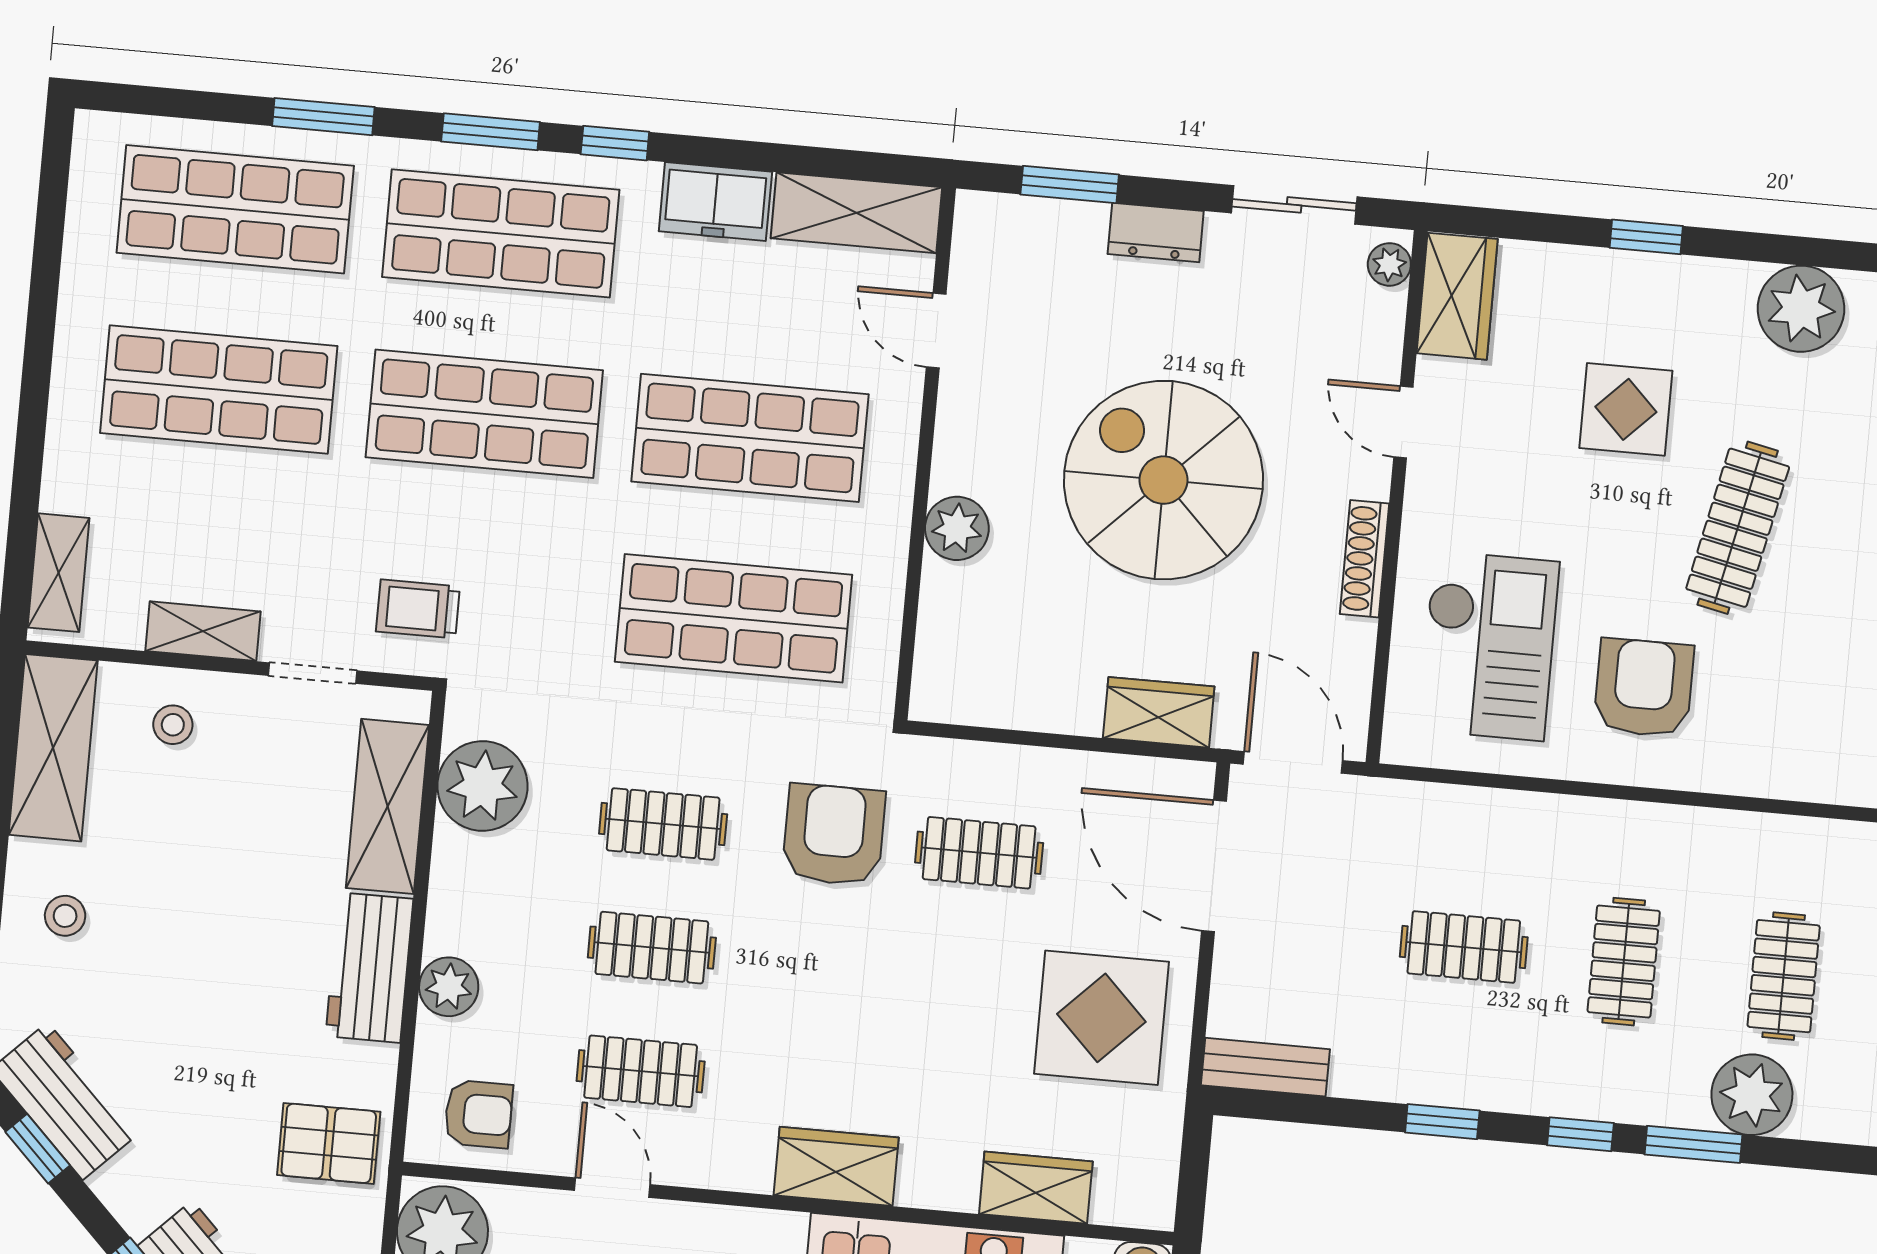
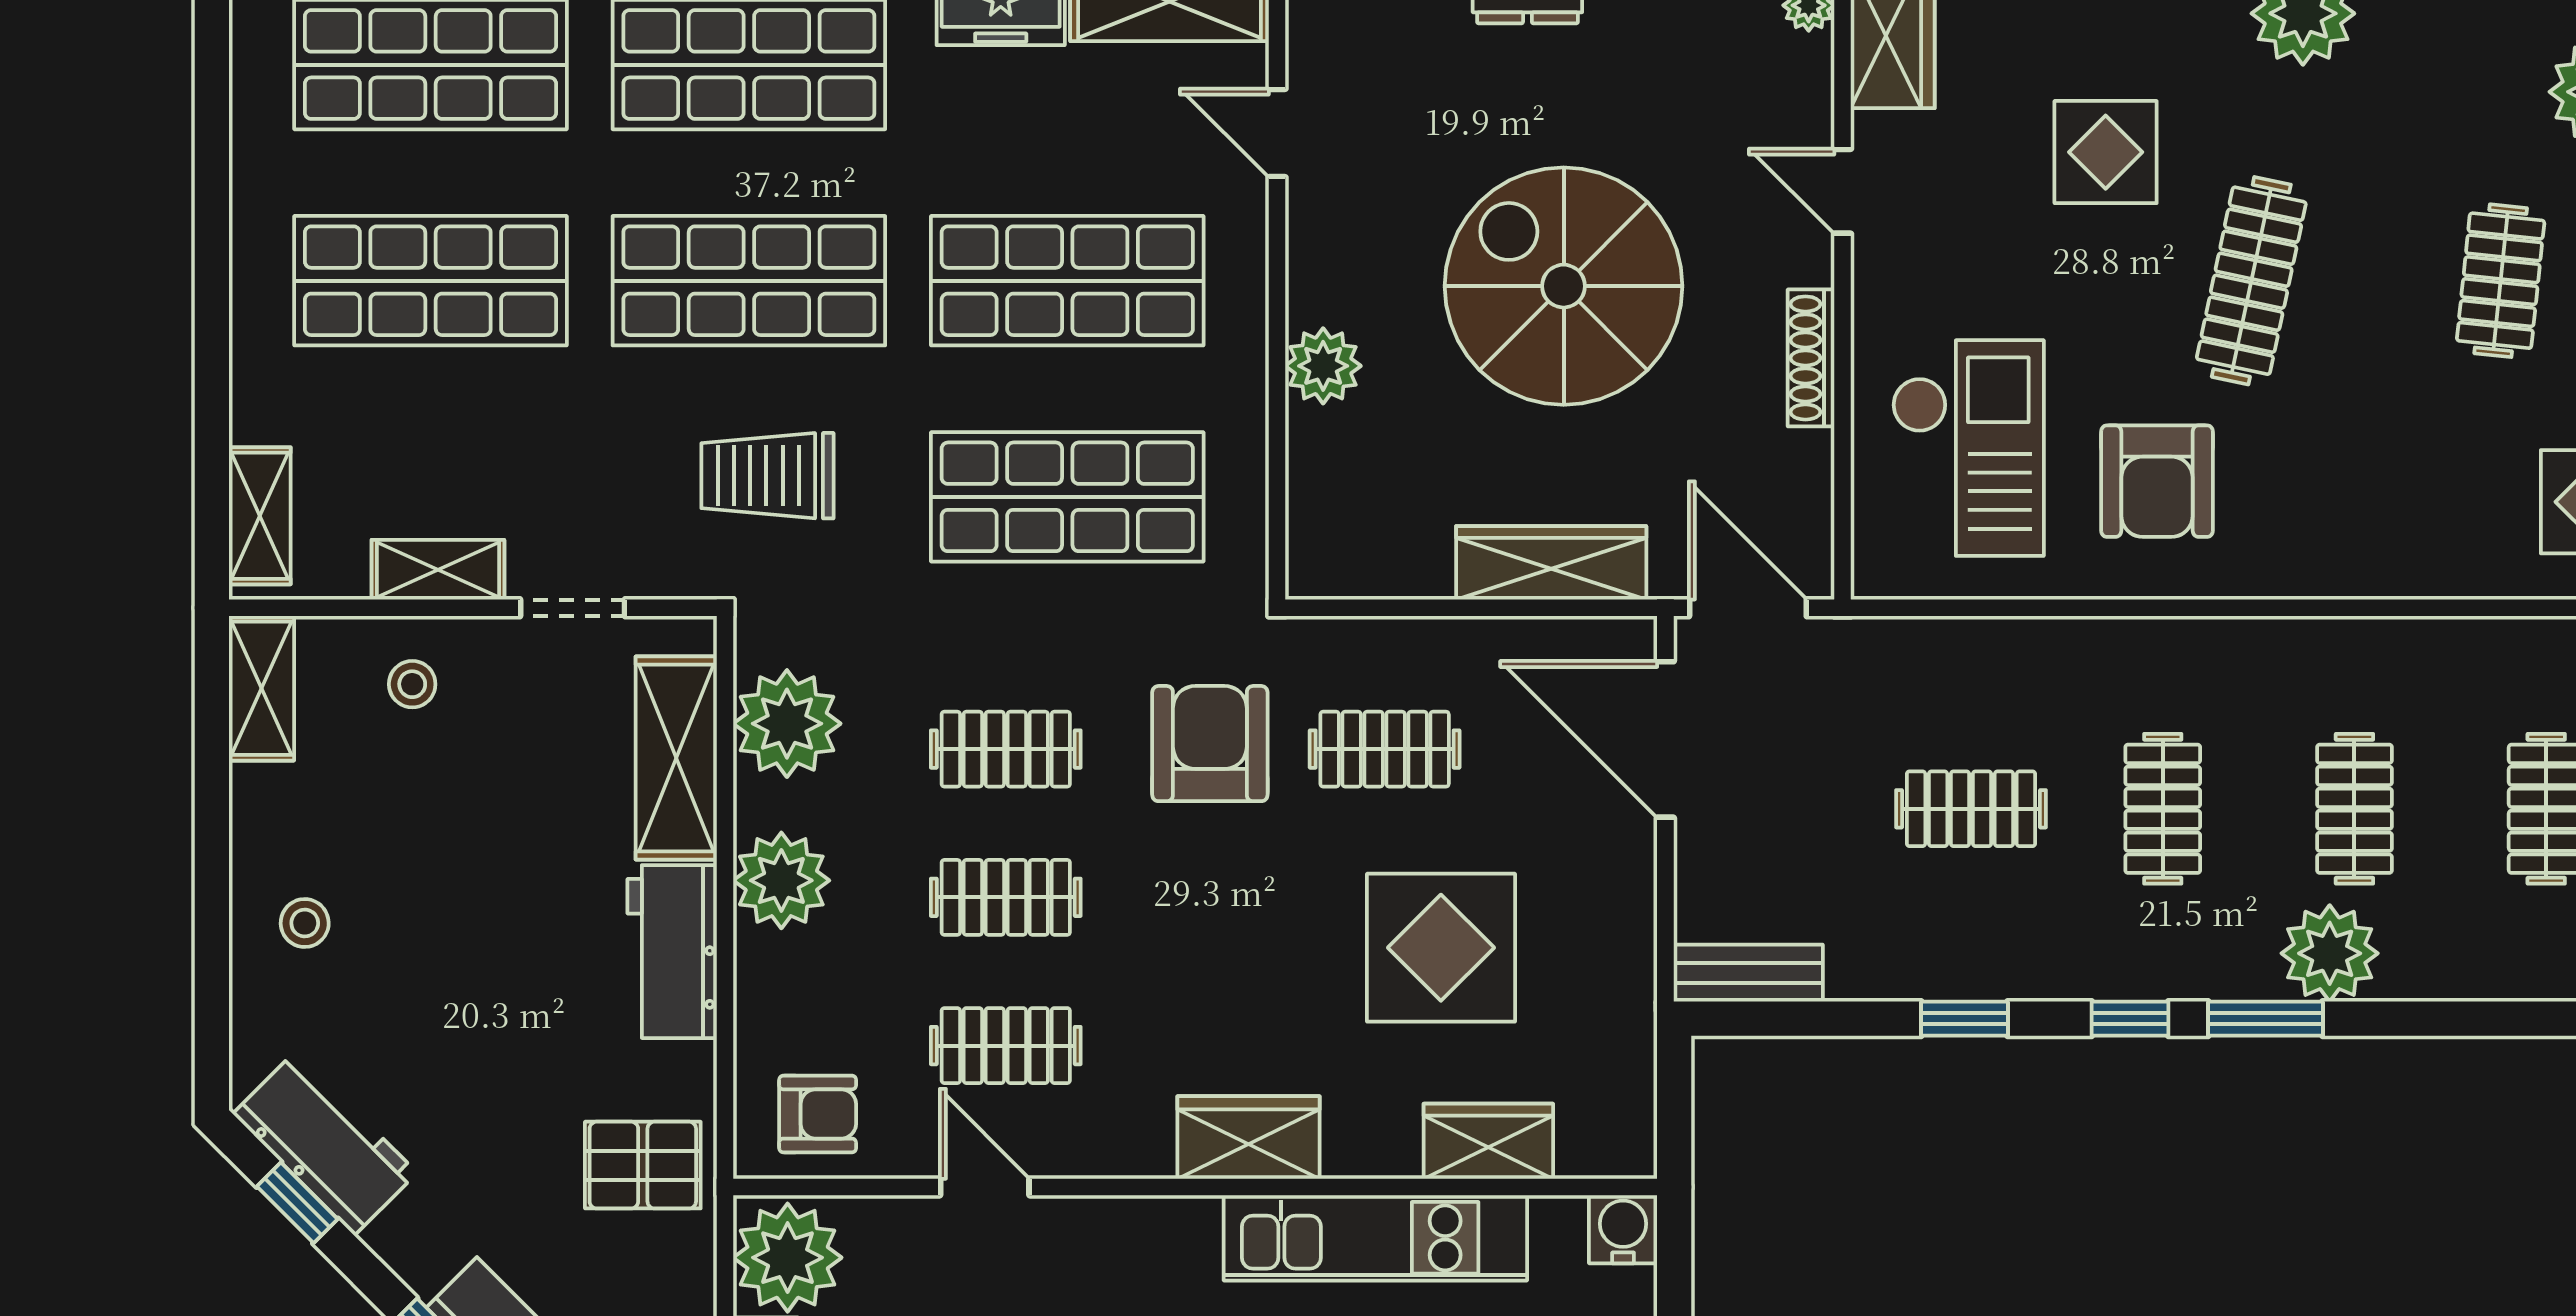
trolley: (418, 609) -> (767, 476), moved, width x1.36, depth x1.39
armchair: (1644, 688) -> (2157, 481), turned 180
wardrobe: (1159, 712) -> (1551, 563), width x1.50
shelving: (53, 748) -> (262, 688), width x0.67, depth x0.75
plant: (449, 987) -> (781, 880), moved, width x1.36, depth x1.36
display table: (1101, 1018) -> (1441, 948), moved

